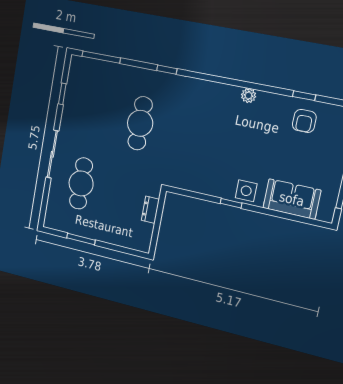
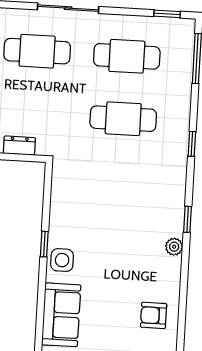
window: (62, 94) -> (167, 14), moved
window: (304, 96) -> (188, 219), moved
cafe table: (93, 113) -> (127, 56), added

